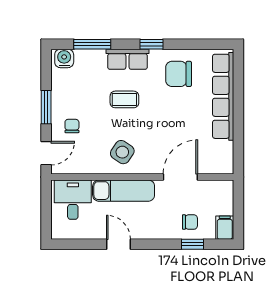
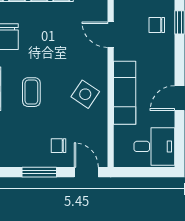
door: (180, 177) -> (111, 35), width x0.73
desk: (73, 200) -> (154, 146), moved, turned 180
chair: (190, 222) -> (157, 25), turned -90

